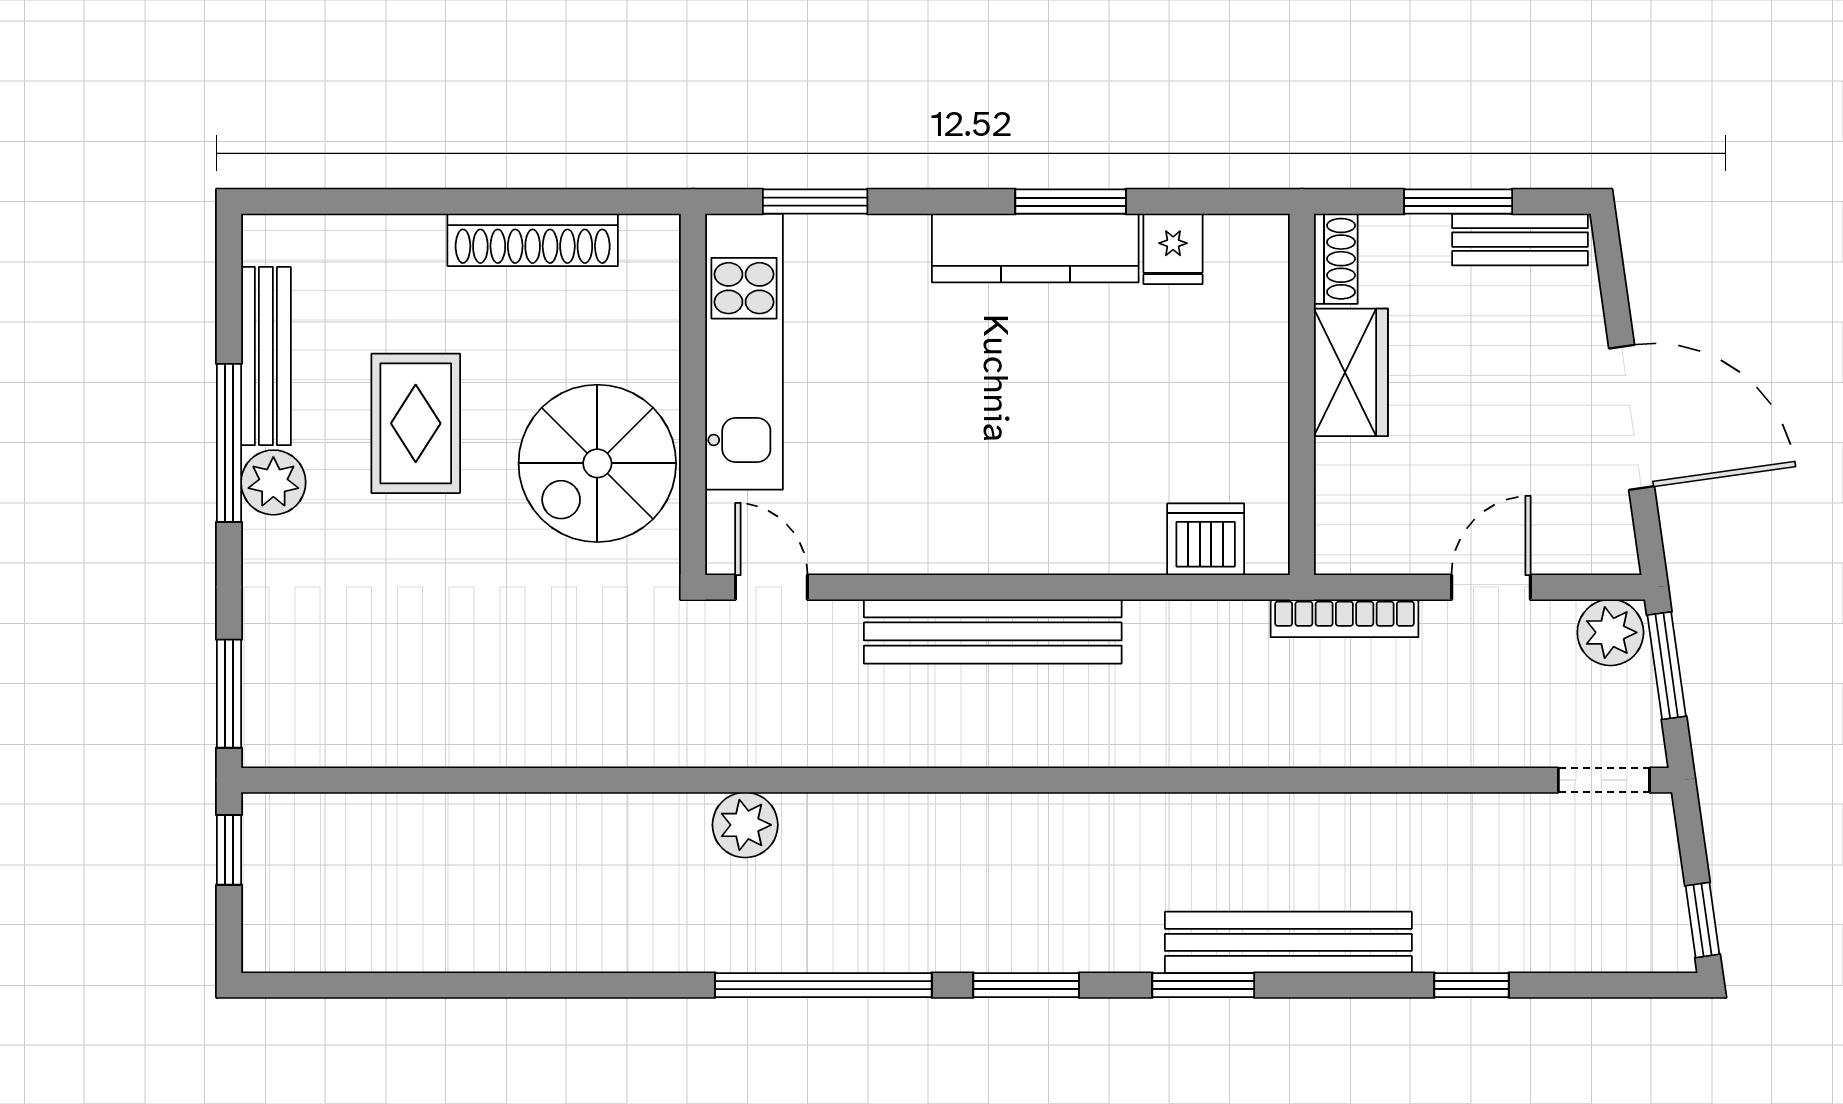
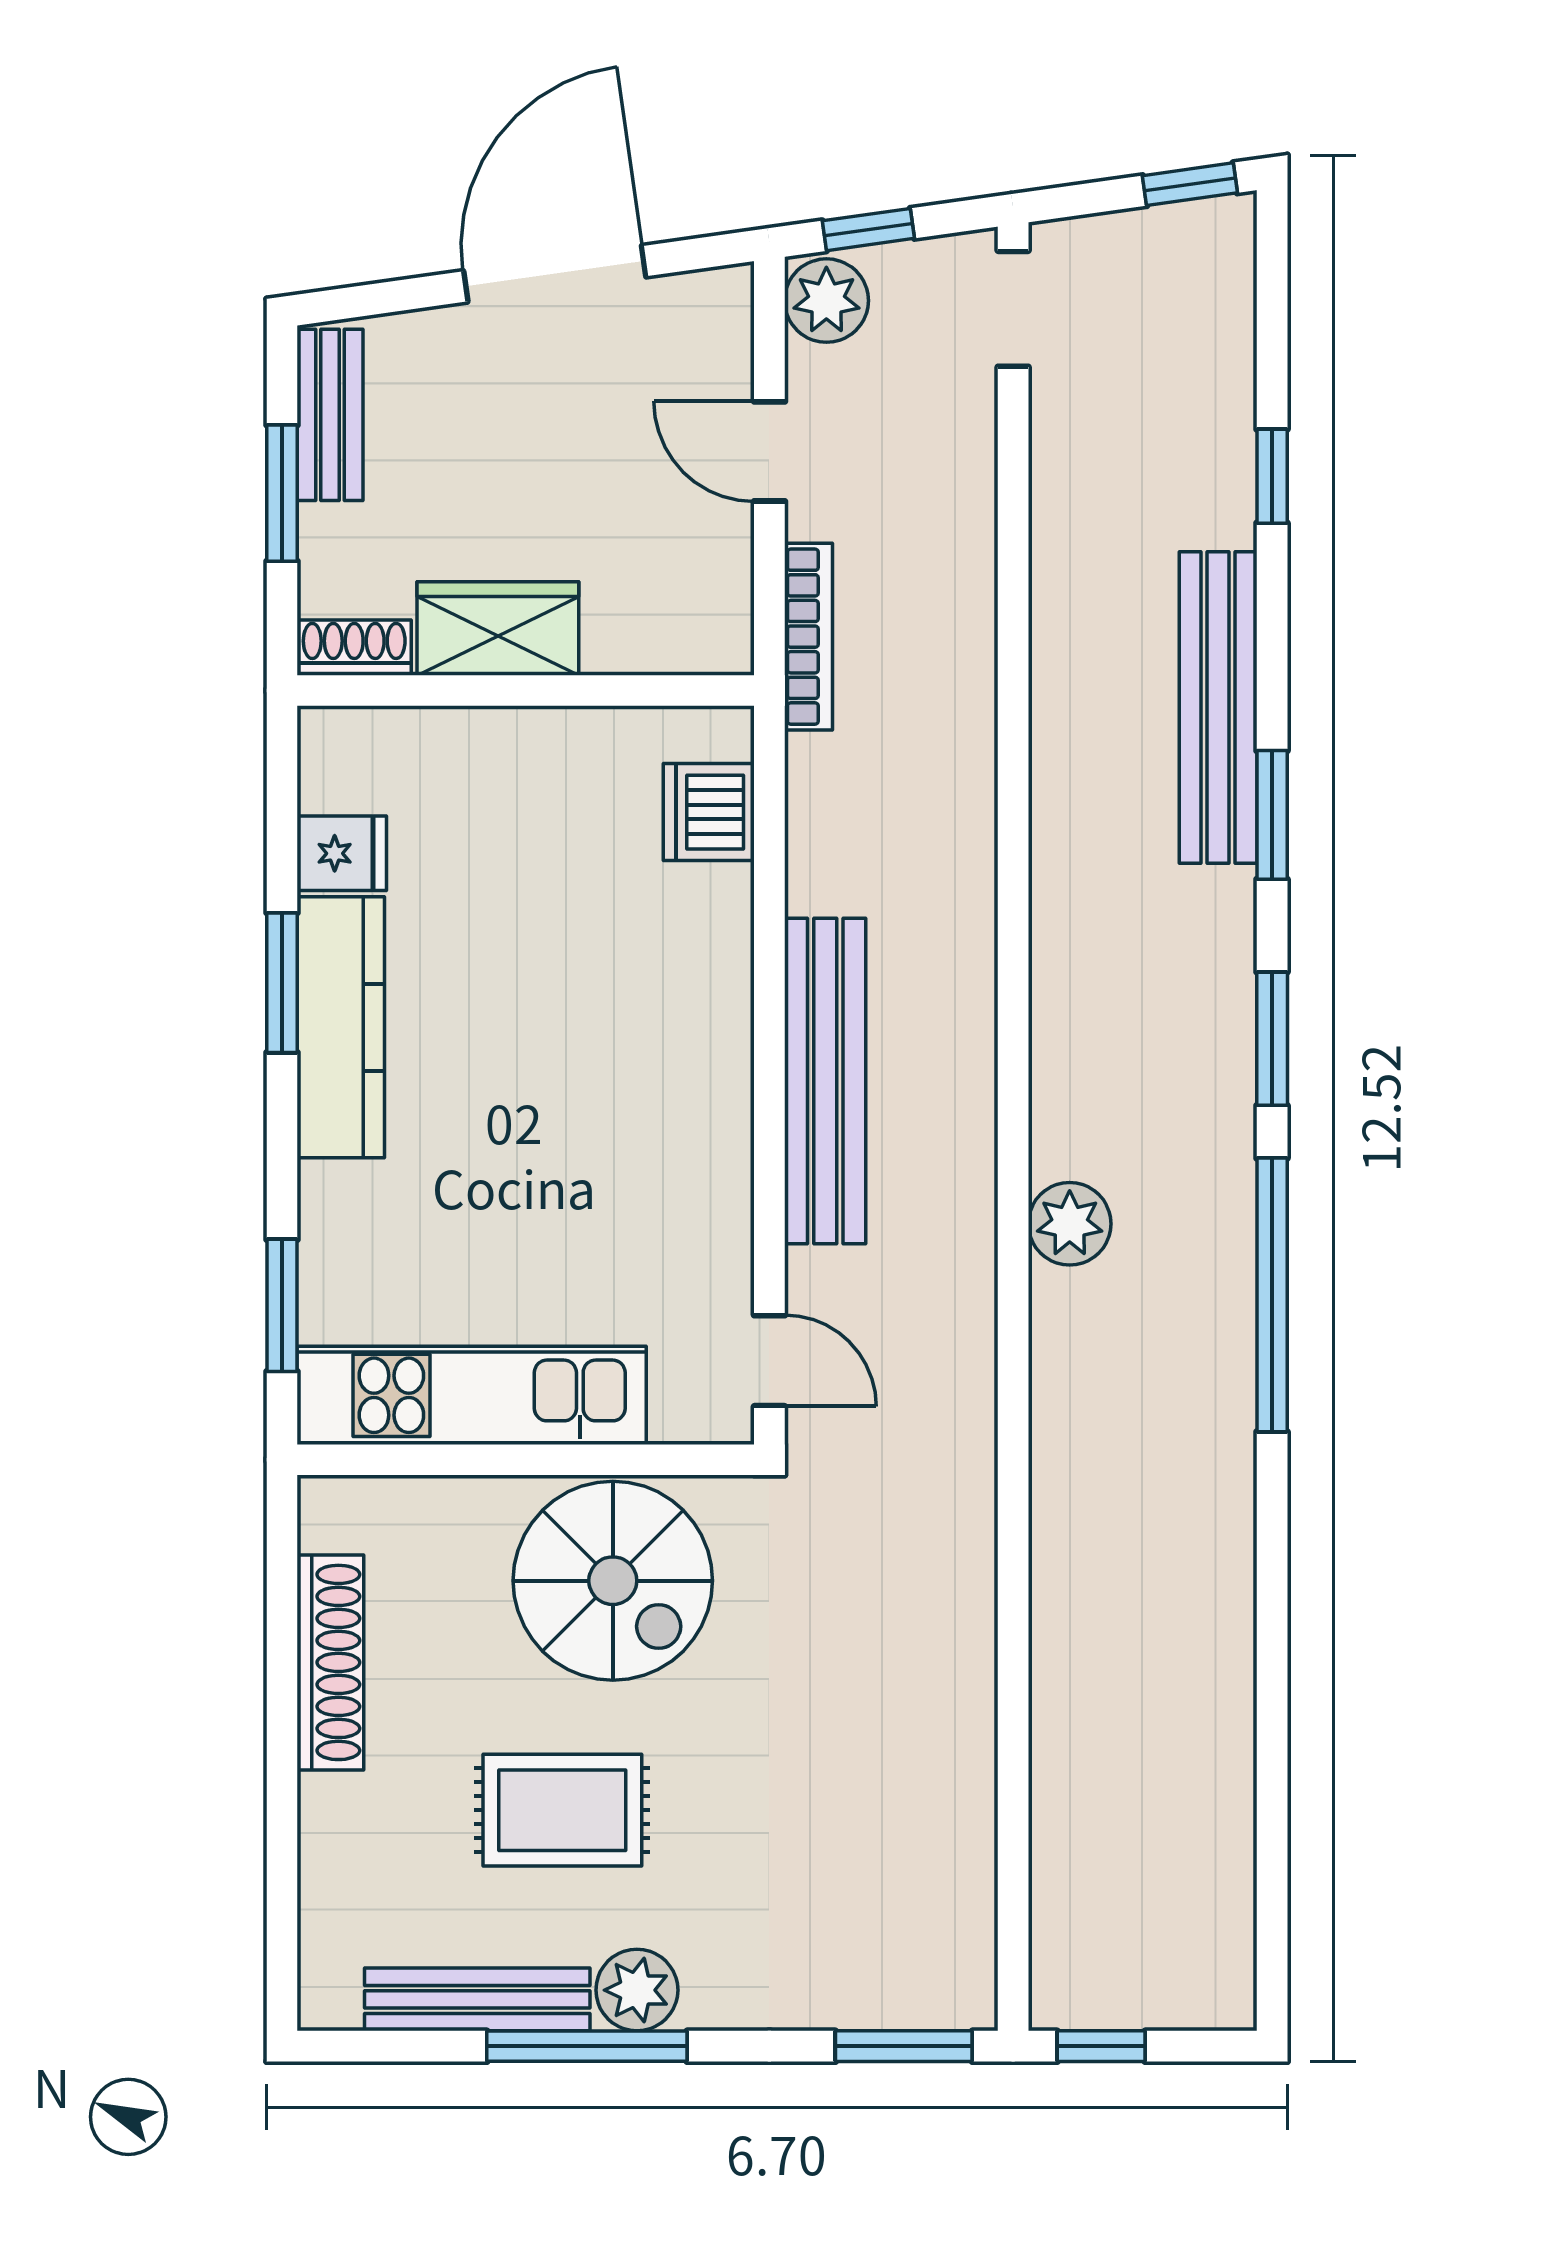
door: (771, 587) -> (769, 1361), swing flipped
window: (1667, 666) -> (868, 230), width x0.67
plant: (745, 825) -> (1070, 1224), moved

